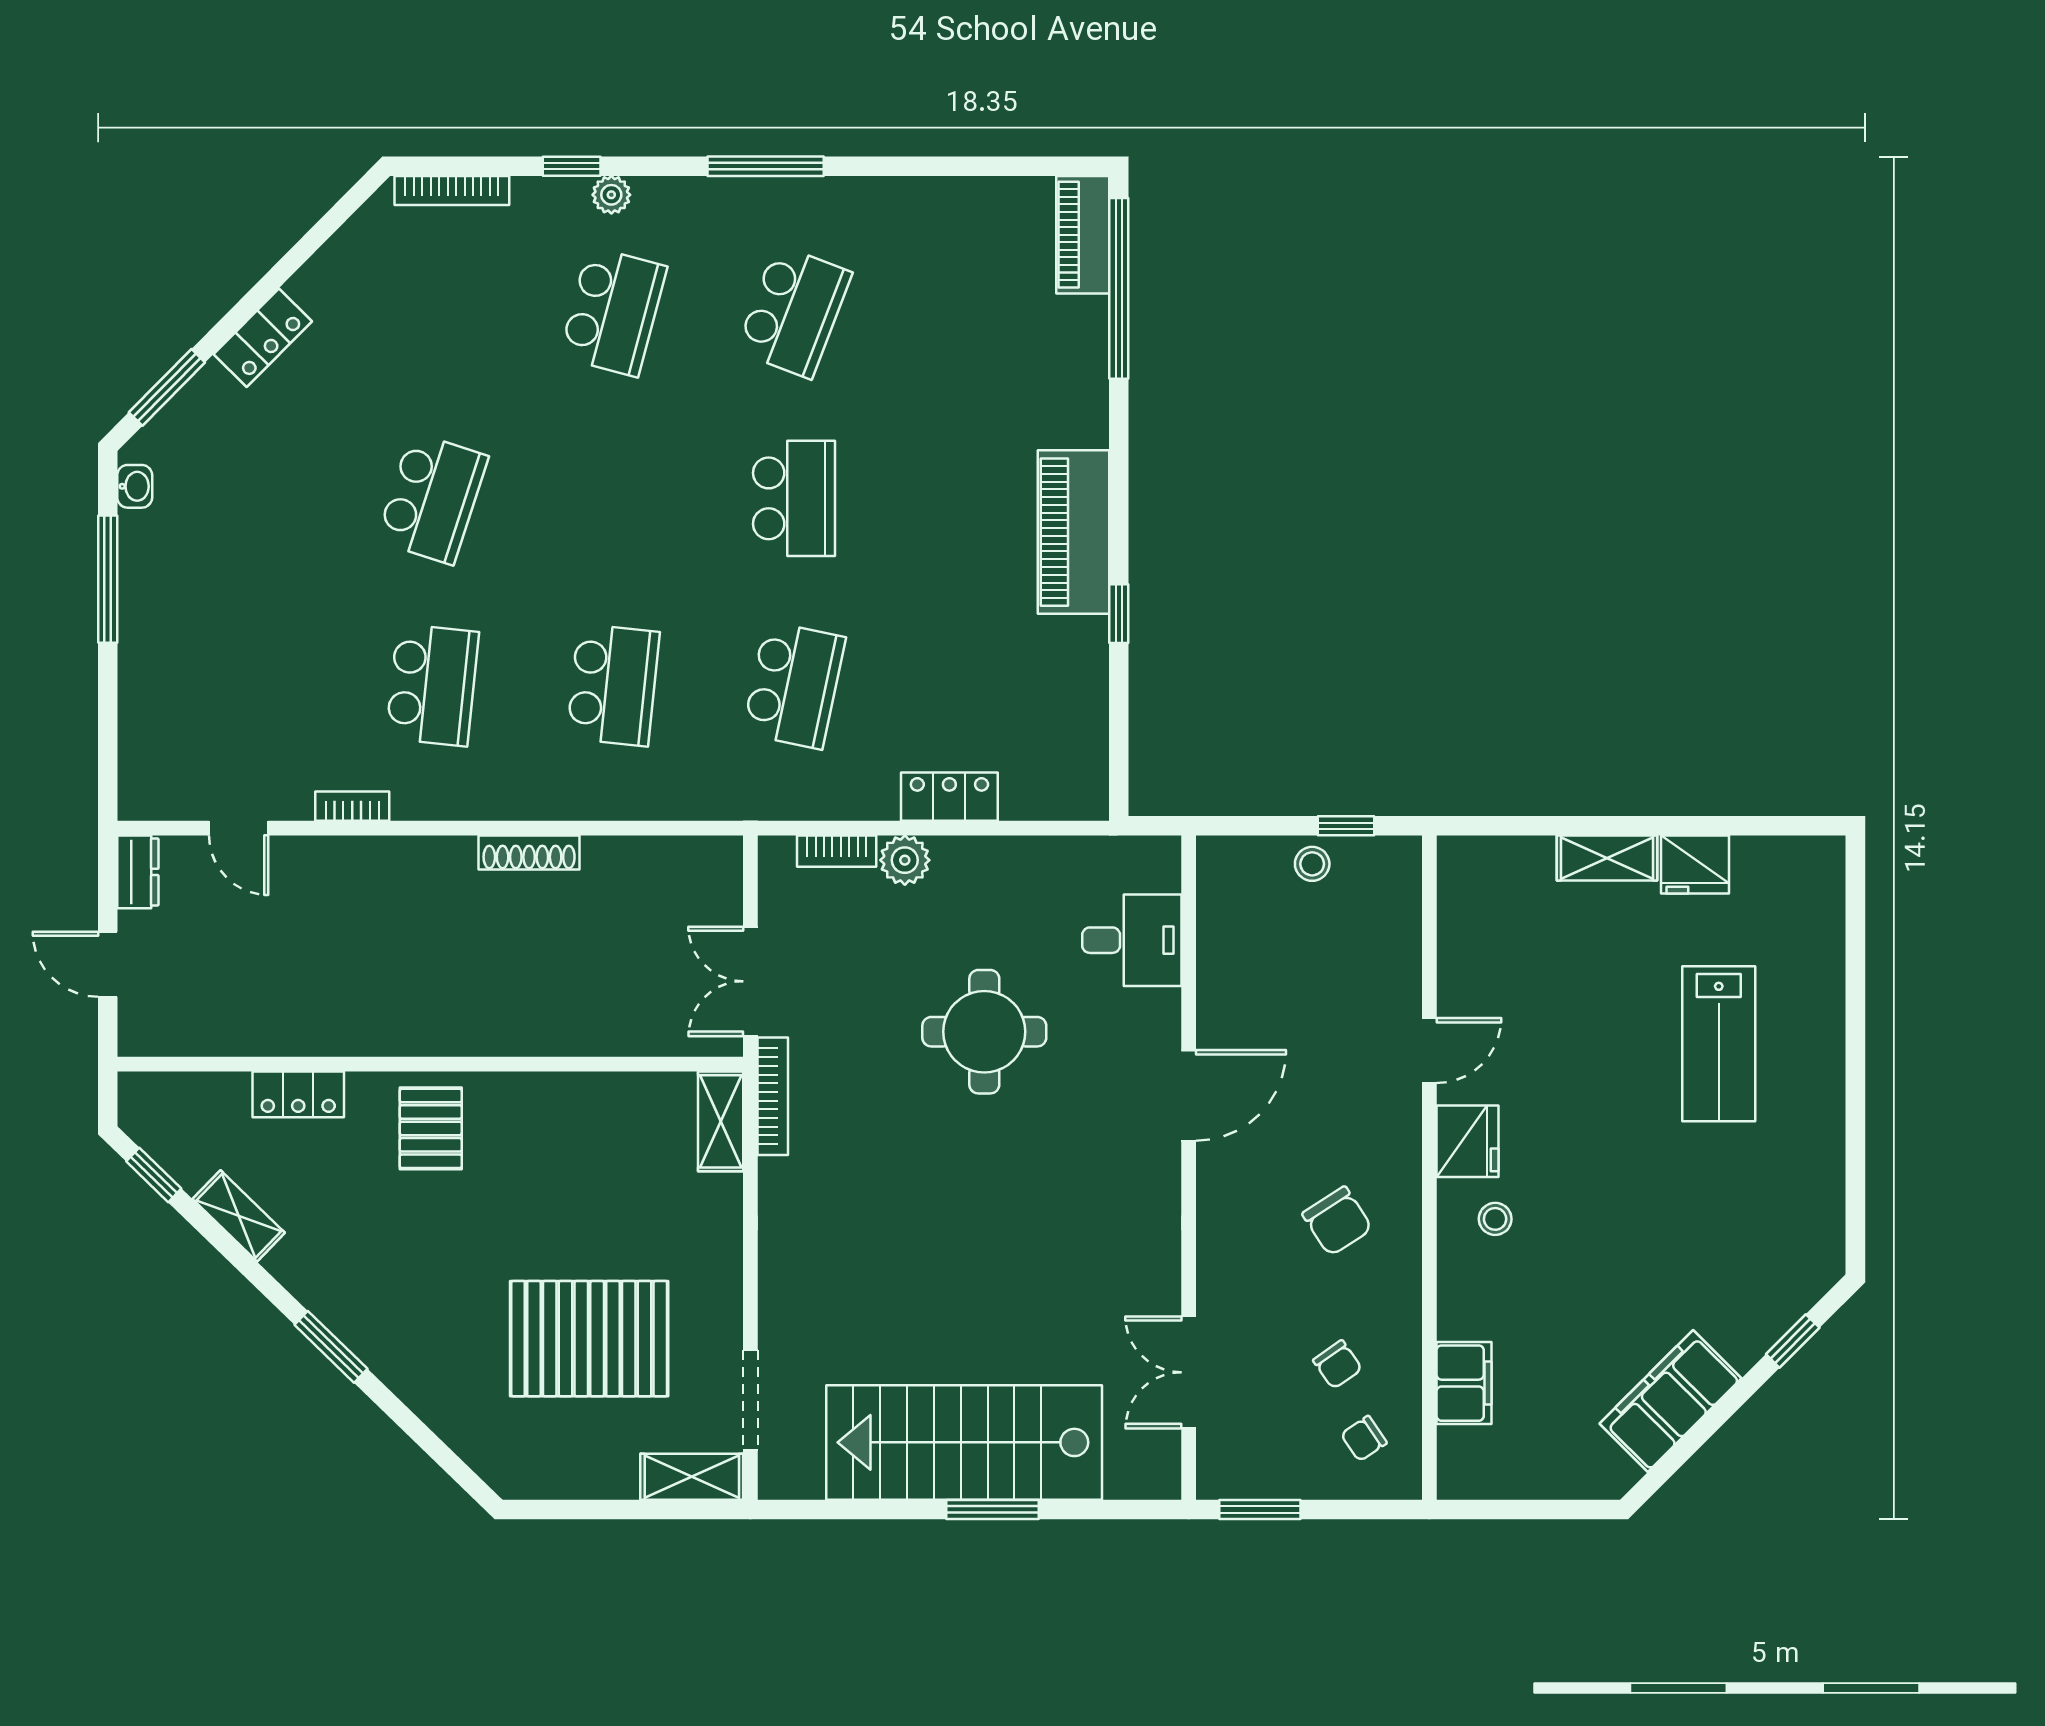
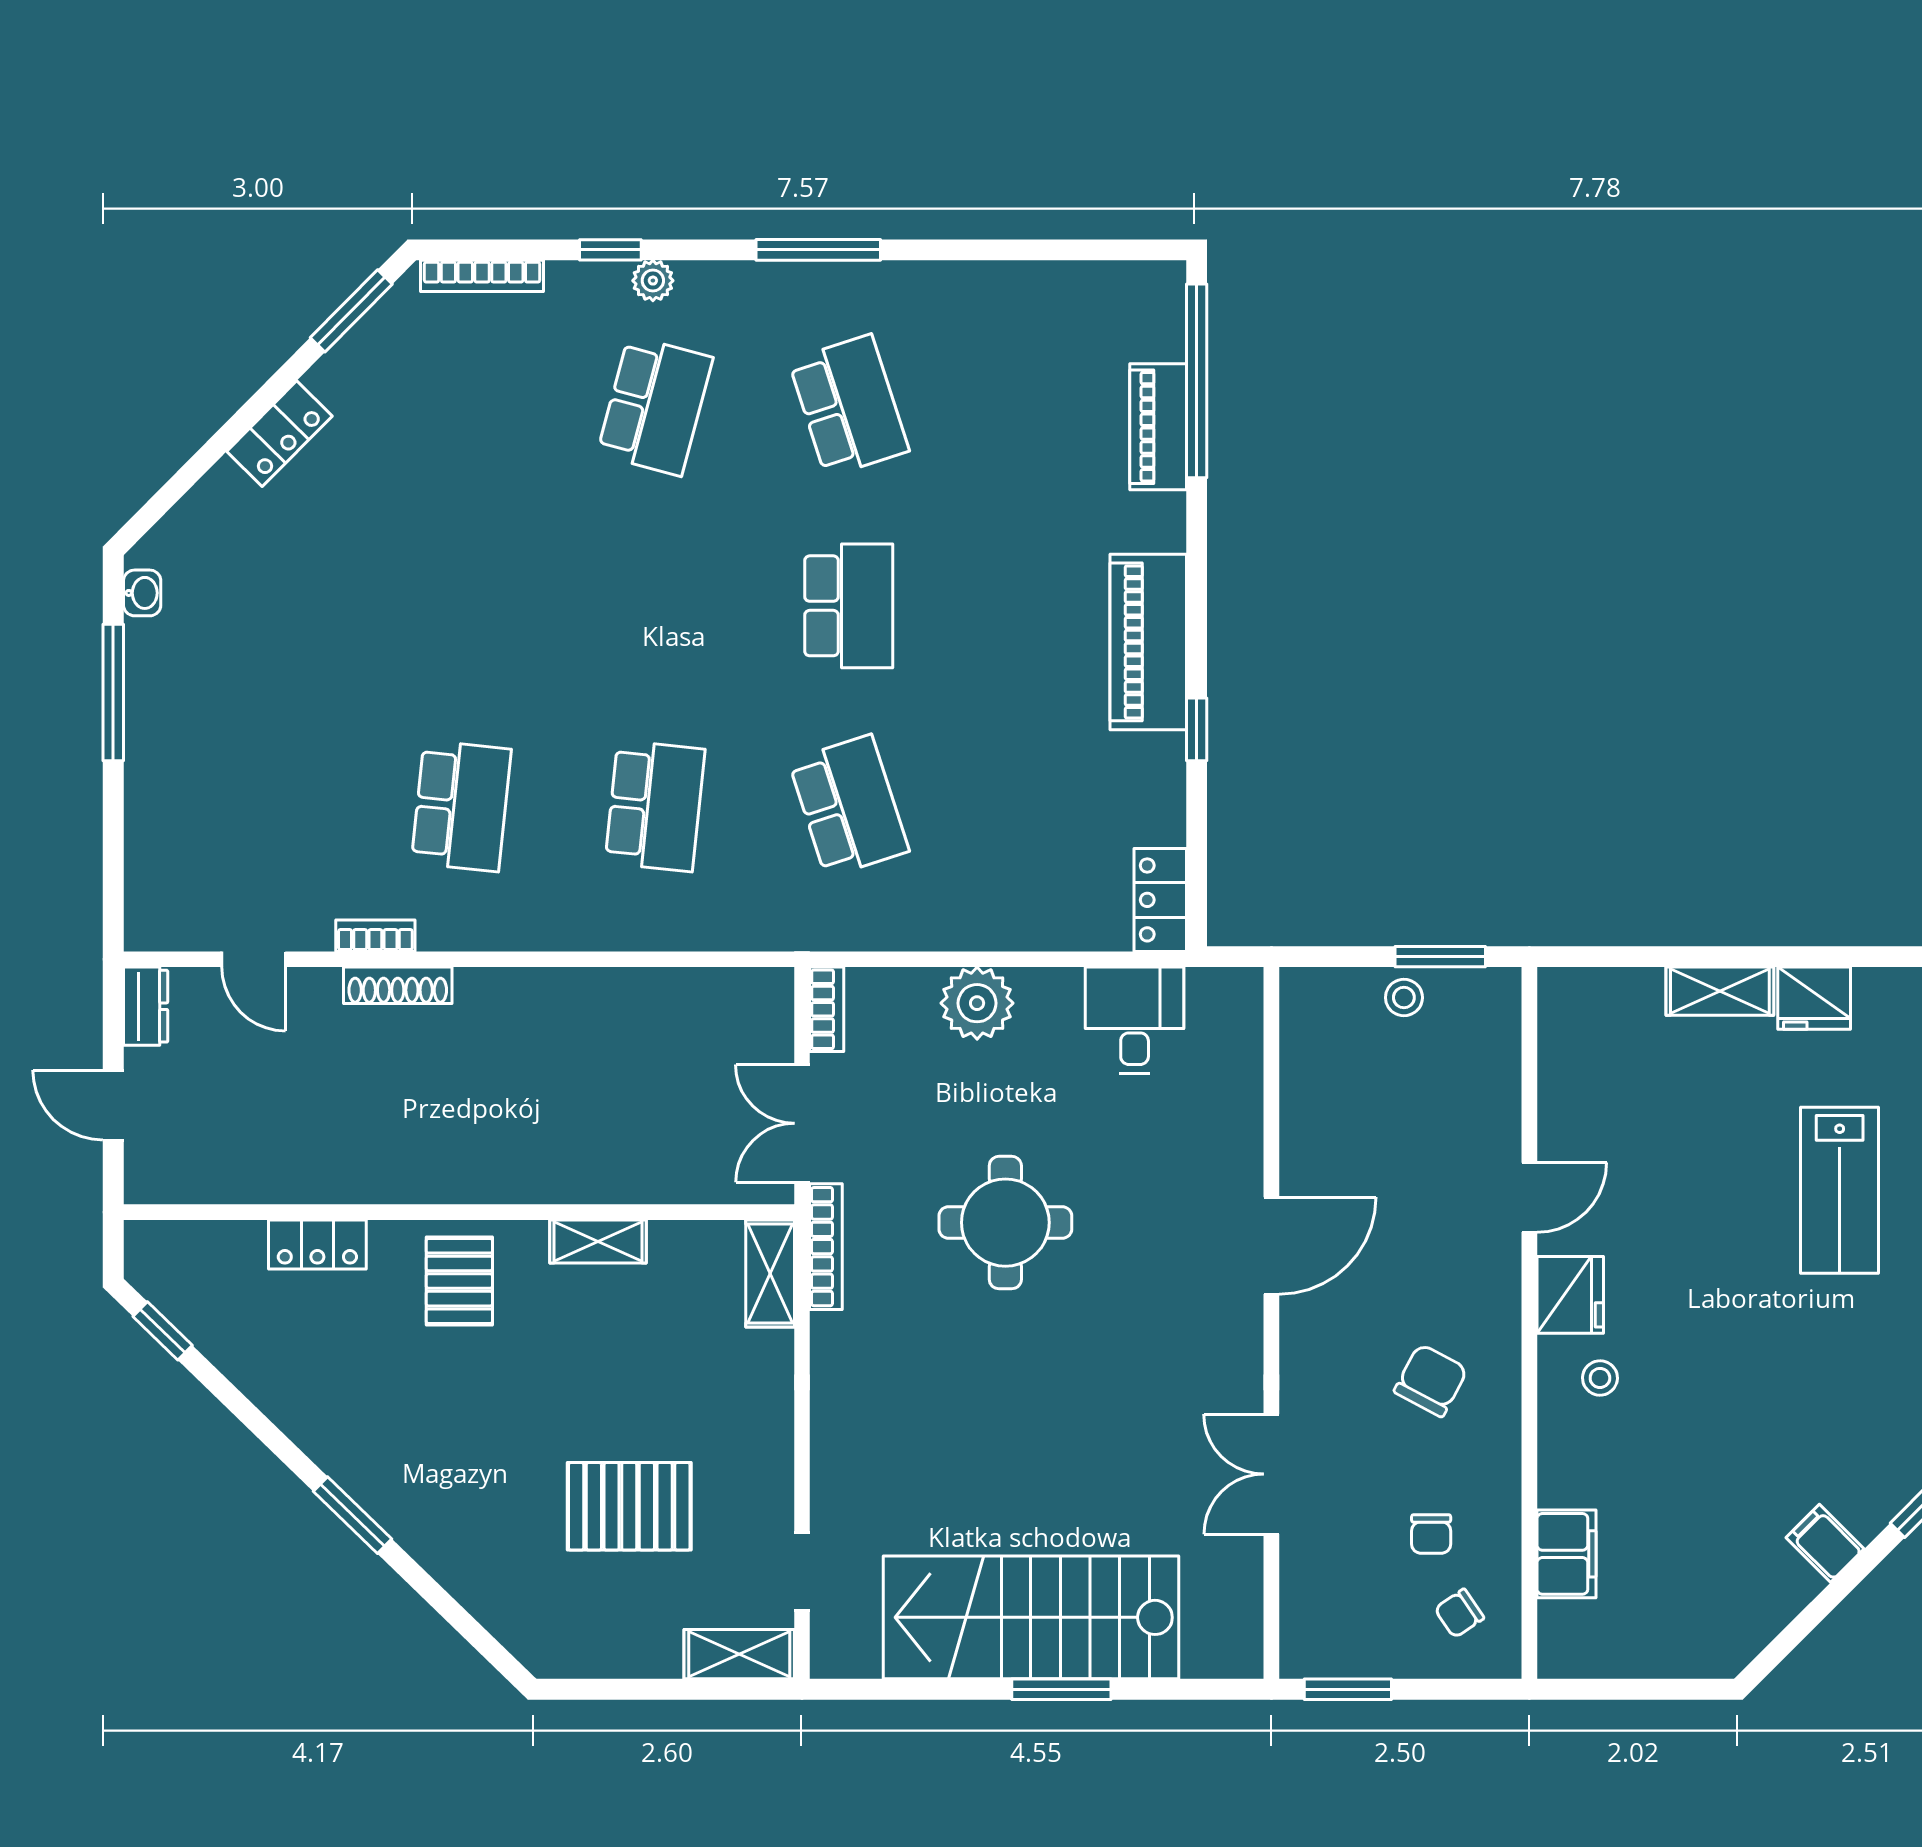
piano: (1083, 235) -> (1158, 427), moved
school desk: (794, 312) -> (849, 406), turned -39
window: (167, 387) -> (351, 311), moved
school desk: (432, 498) -> (461, 606), removed
school desk: (794, 685) -> (849, 806), turned -30
locker: (949, 797) -> (1160, 900), moved, turned -90
window: (1346, 826) -> (1440, 957), width x1.50
bookcase: (837, 851) -> (827, 1009), moved, turned -90
shoe rack: (529, 853) -> (398, 985), moved
plant: (905, 860) -> (977, 1003), width x1.36, depth x1.36
desk: (1132, 940) -> (1135, 1020), moved, turned -90
round table: (984, 1032) -> (1005, 1223), moved
shelving: (239, 1216) -> (598, 1241), moved, turned -44
chair: (1337, 1221) -> (1431, 1380), turned -119
pallet: (589, 1339) -> (629, 1506), width x0.73, depth x0.71
chair: (1338, 1364) -> (1431, 1534), turned 35
double door: (1189, 1372) -> (1271, 1474), moved
doorway: (750, 1400) -> (802, 1572), width x0.73
filing cabinet: (1670, 1401) -> (1825, 1543), width x0.33, depth x0.86

